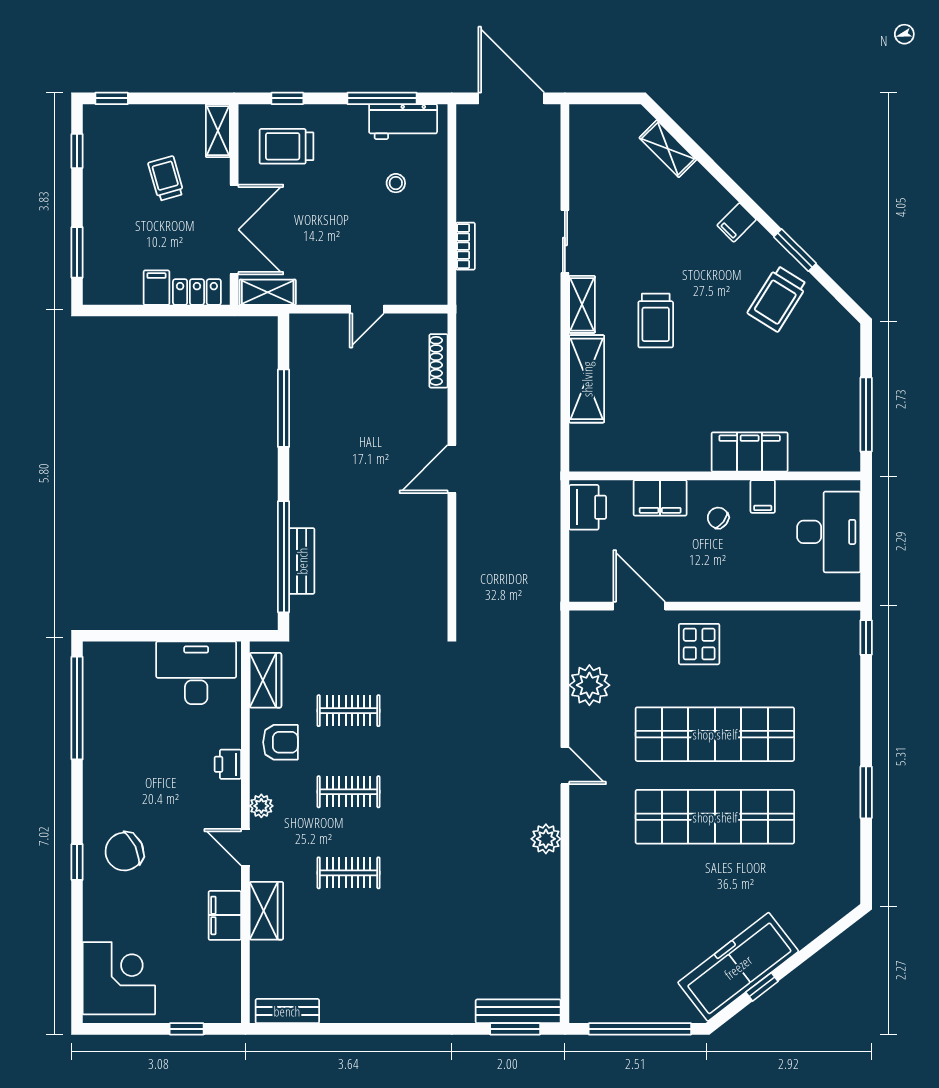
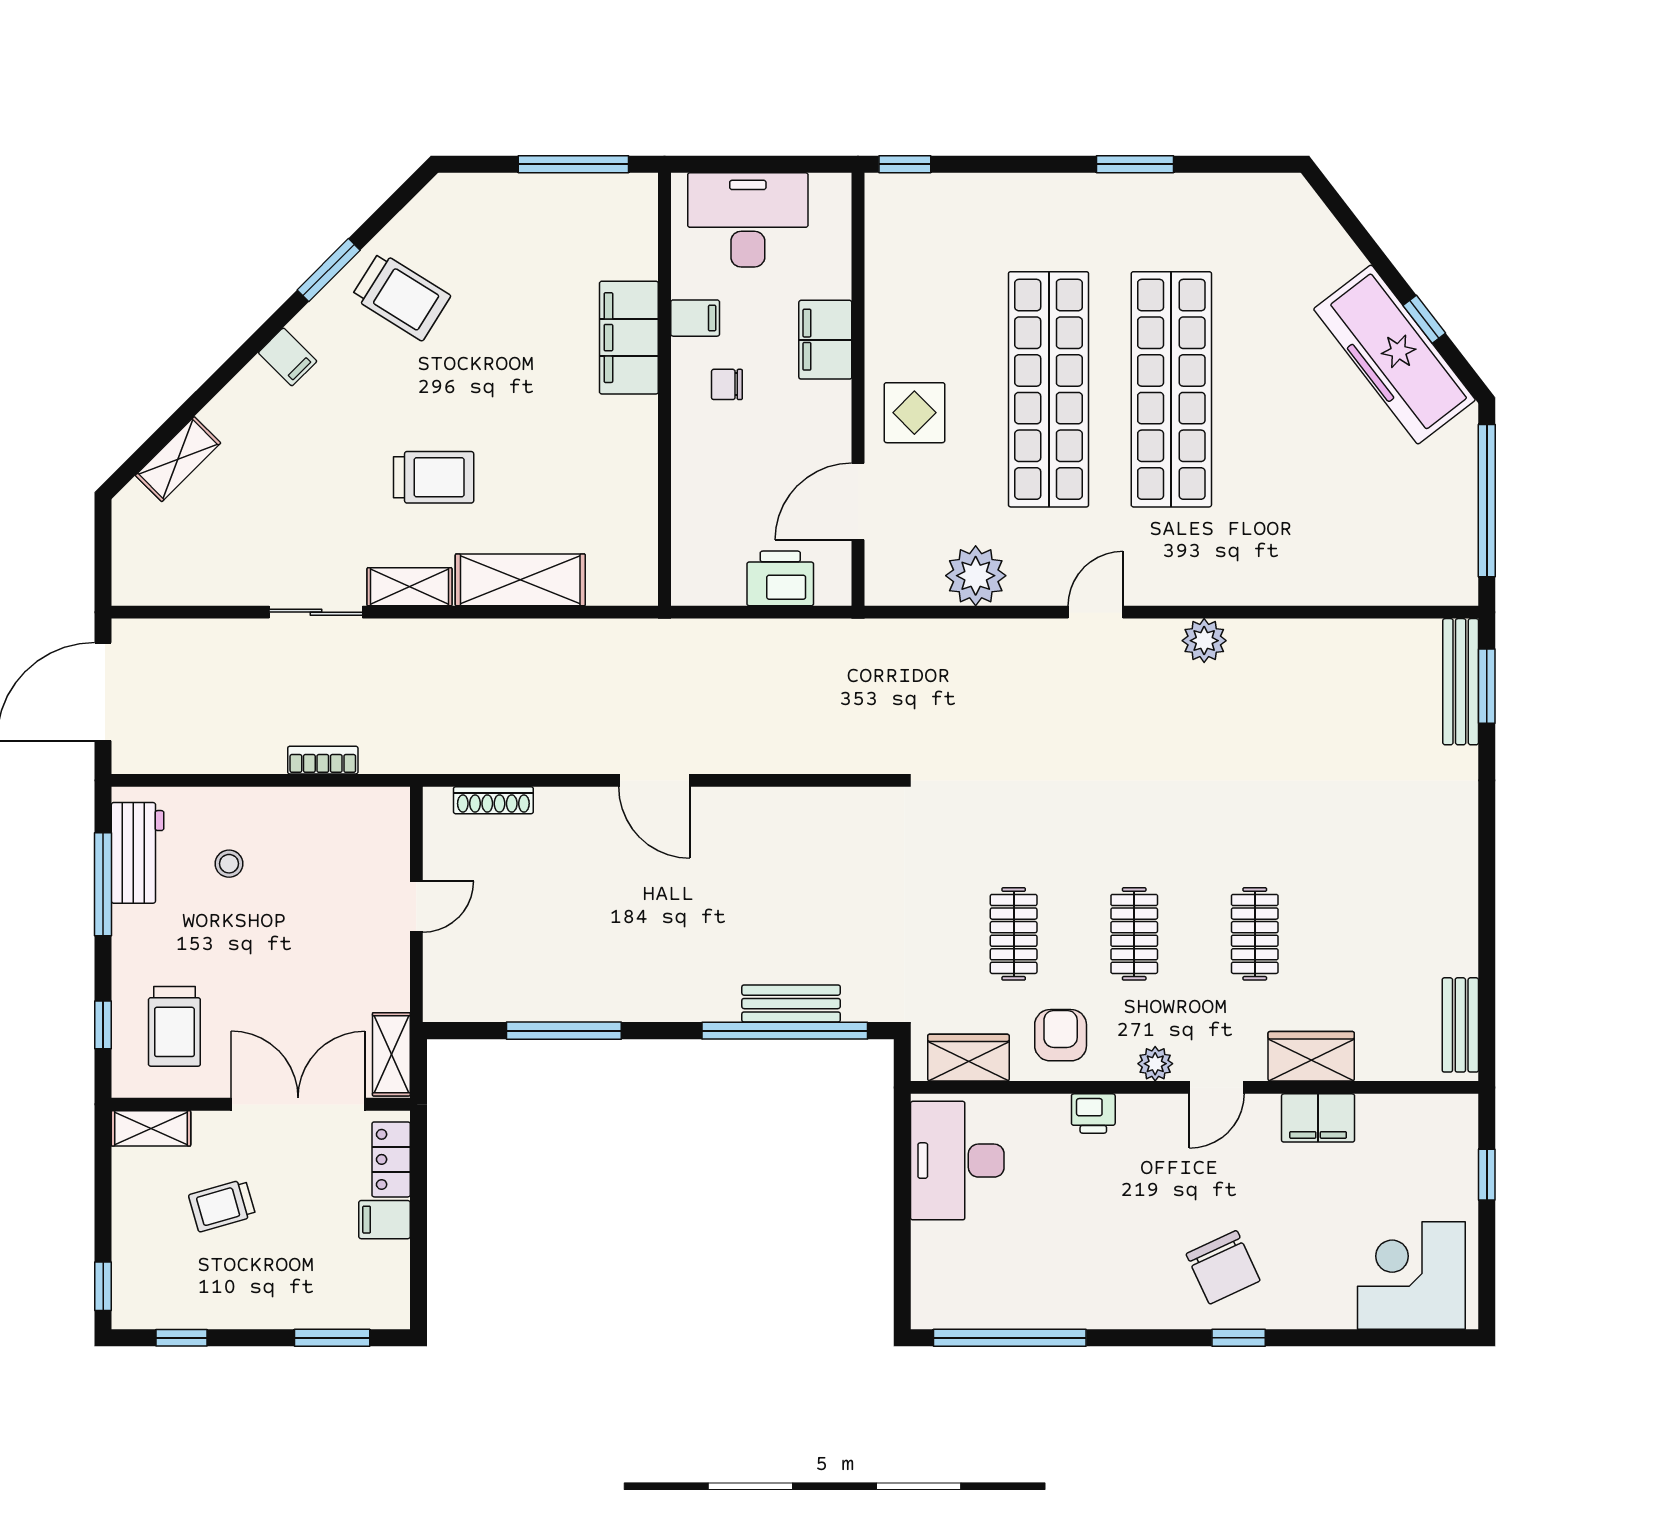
door: (367, 309) -> (416, 907), hinge flipped
filing cabinet: (660, 498) -> (825, 340), moved, turned 180
printer: (588, 507) -> (780, 578), moved
chair: (718, 518) -> (727, 384), turned 52

